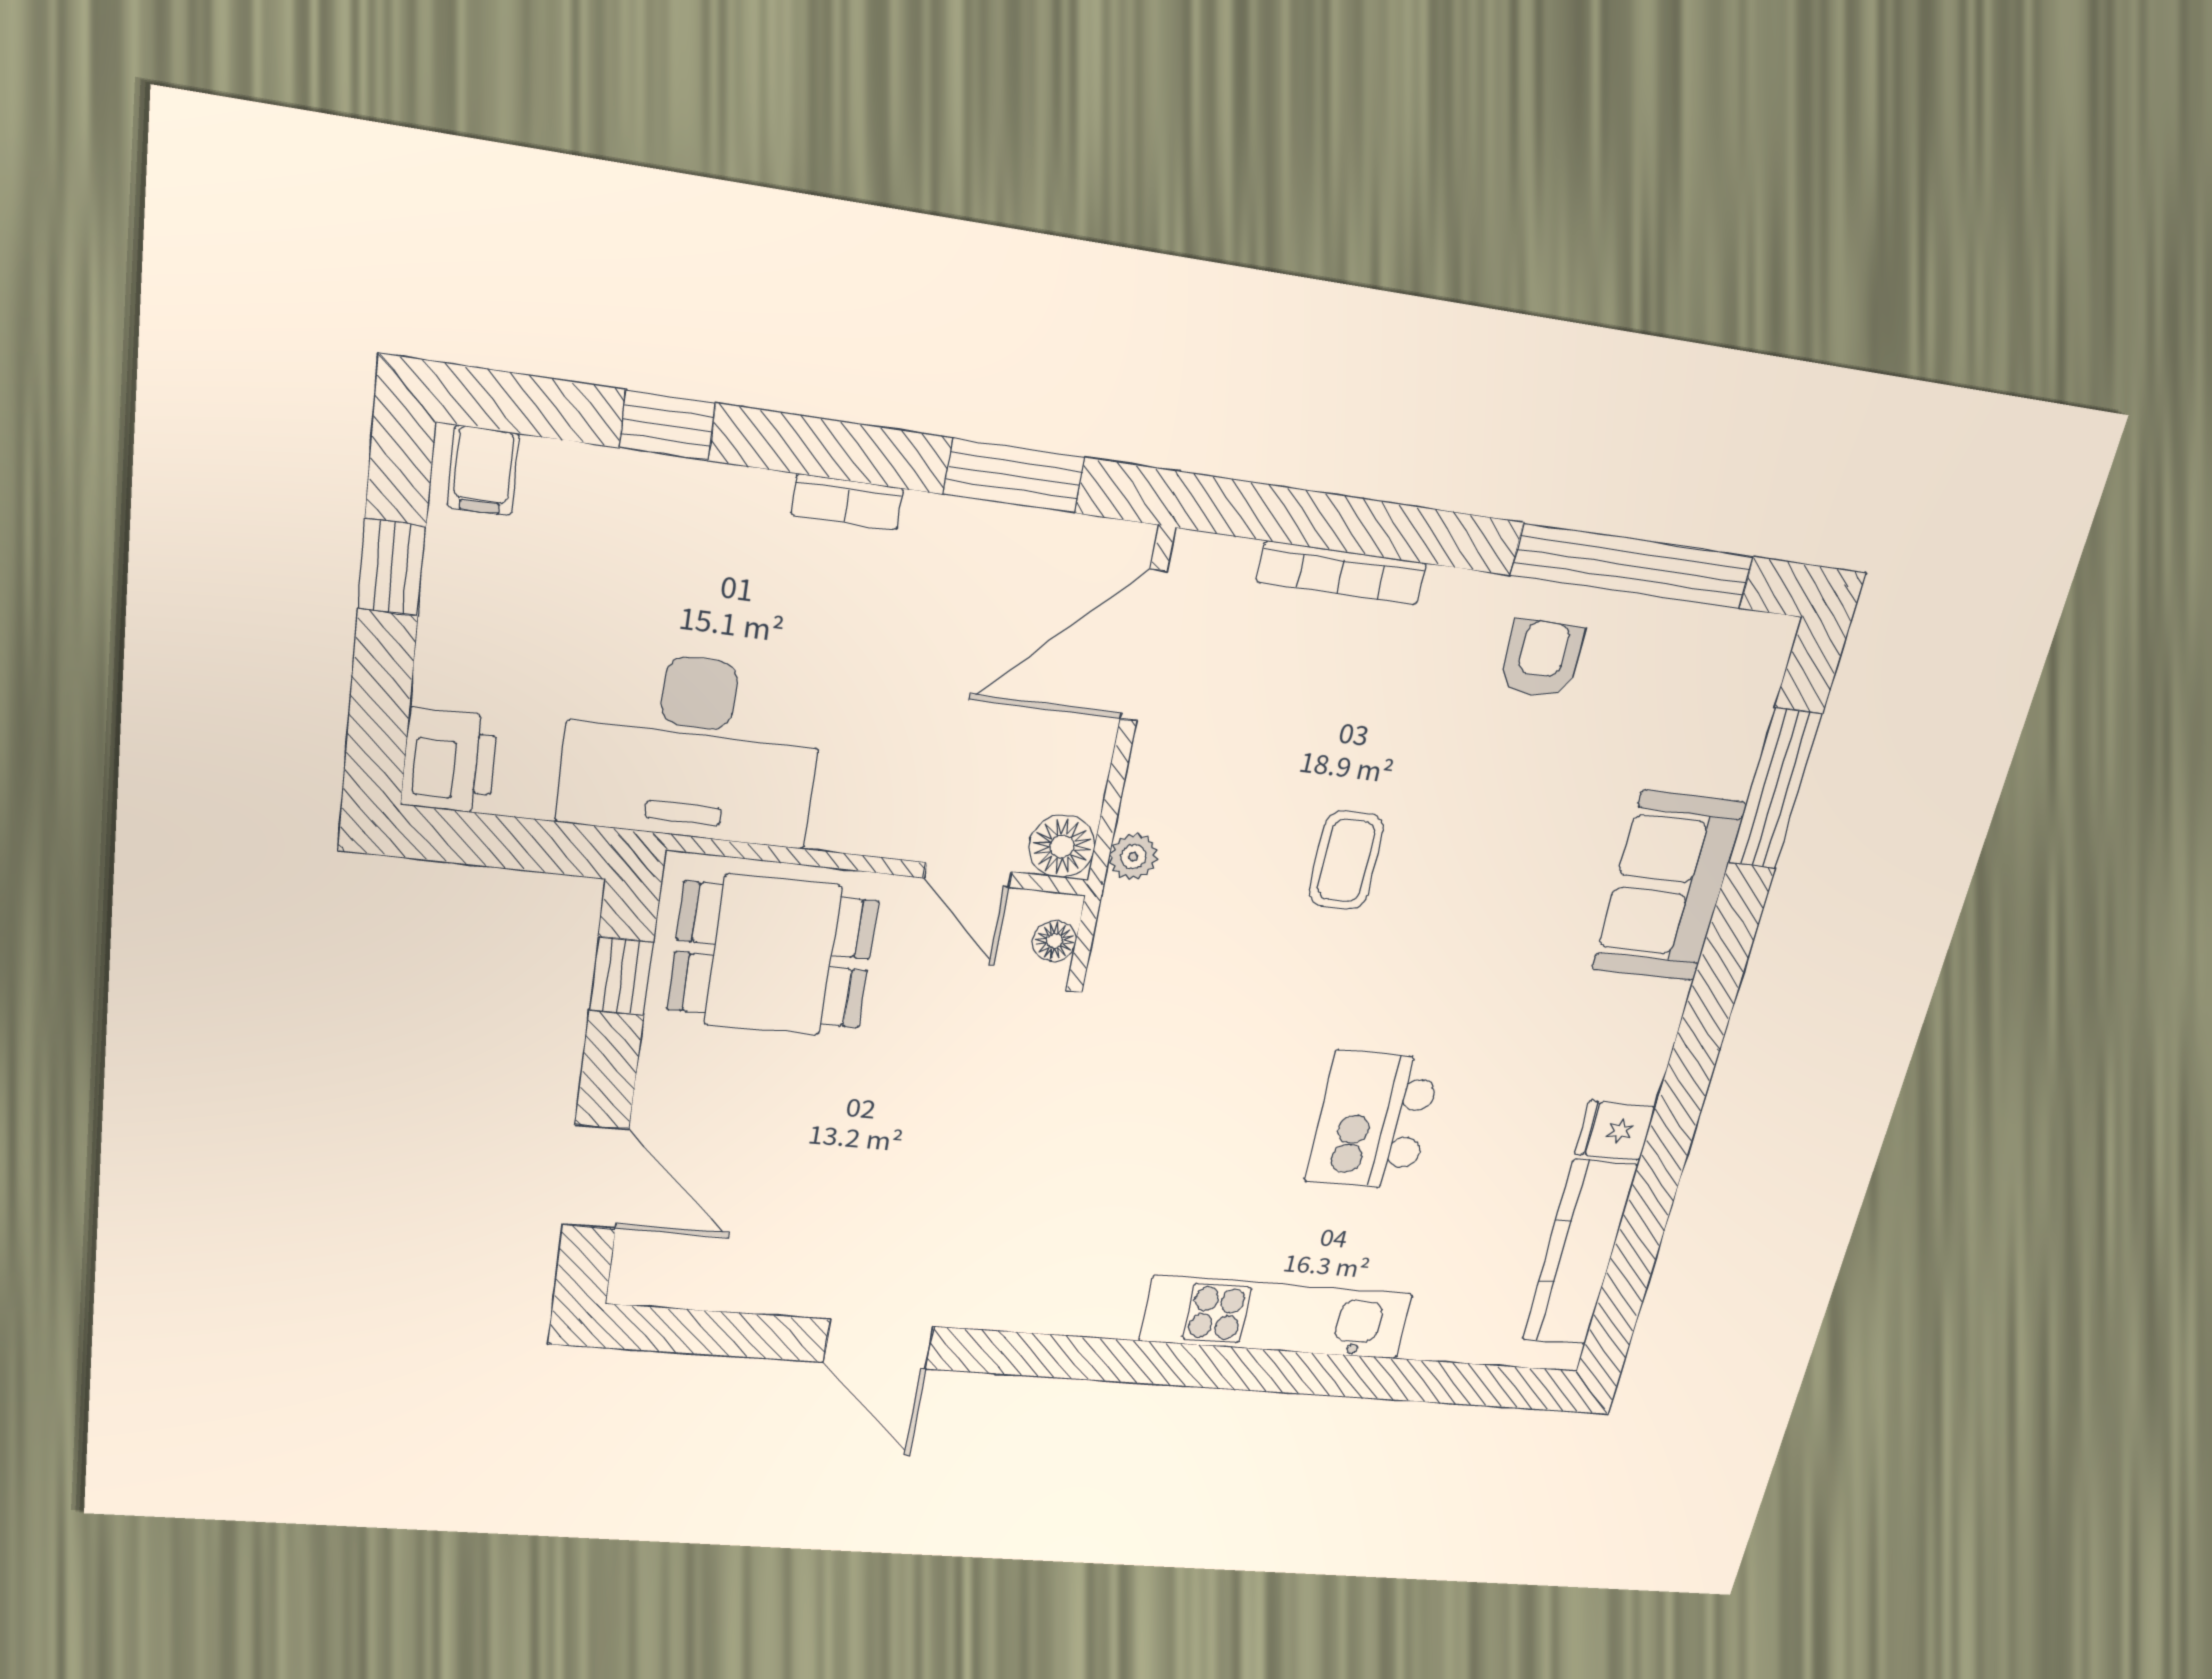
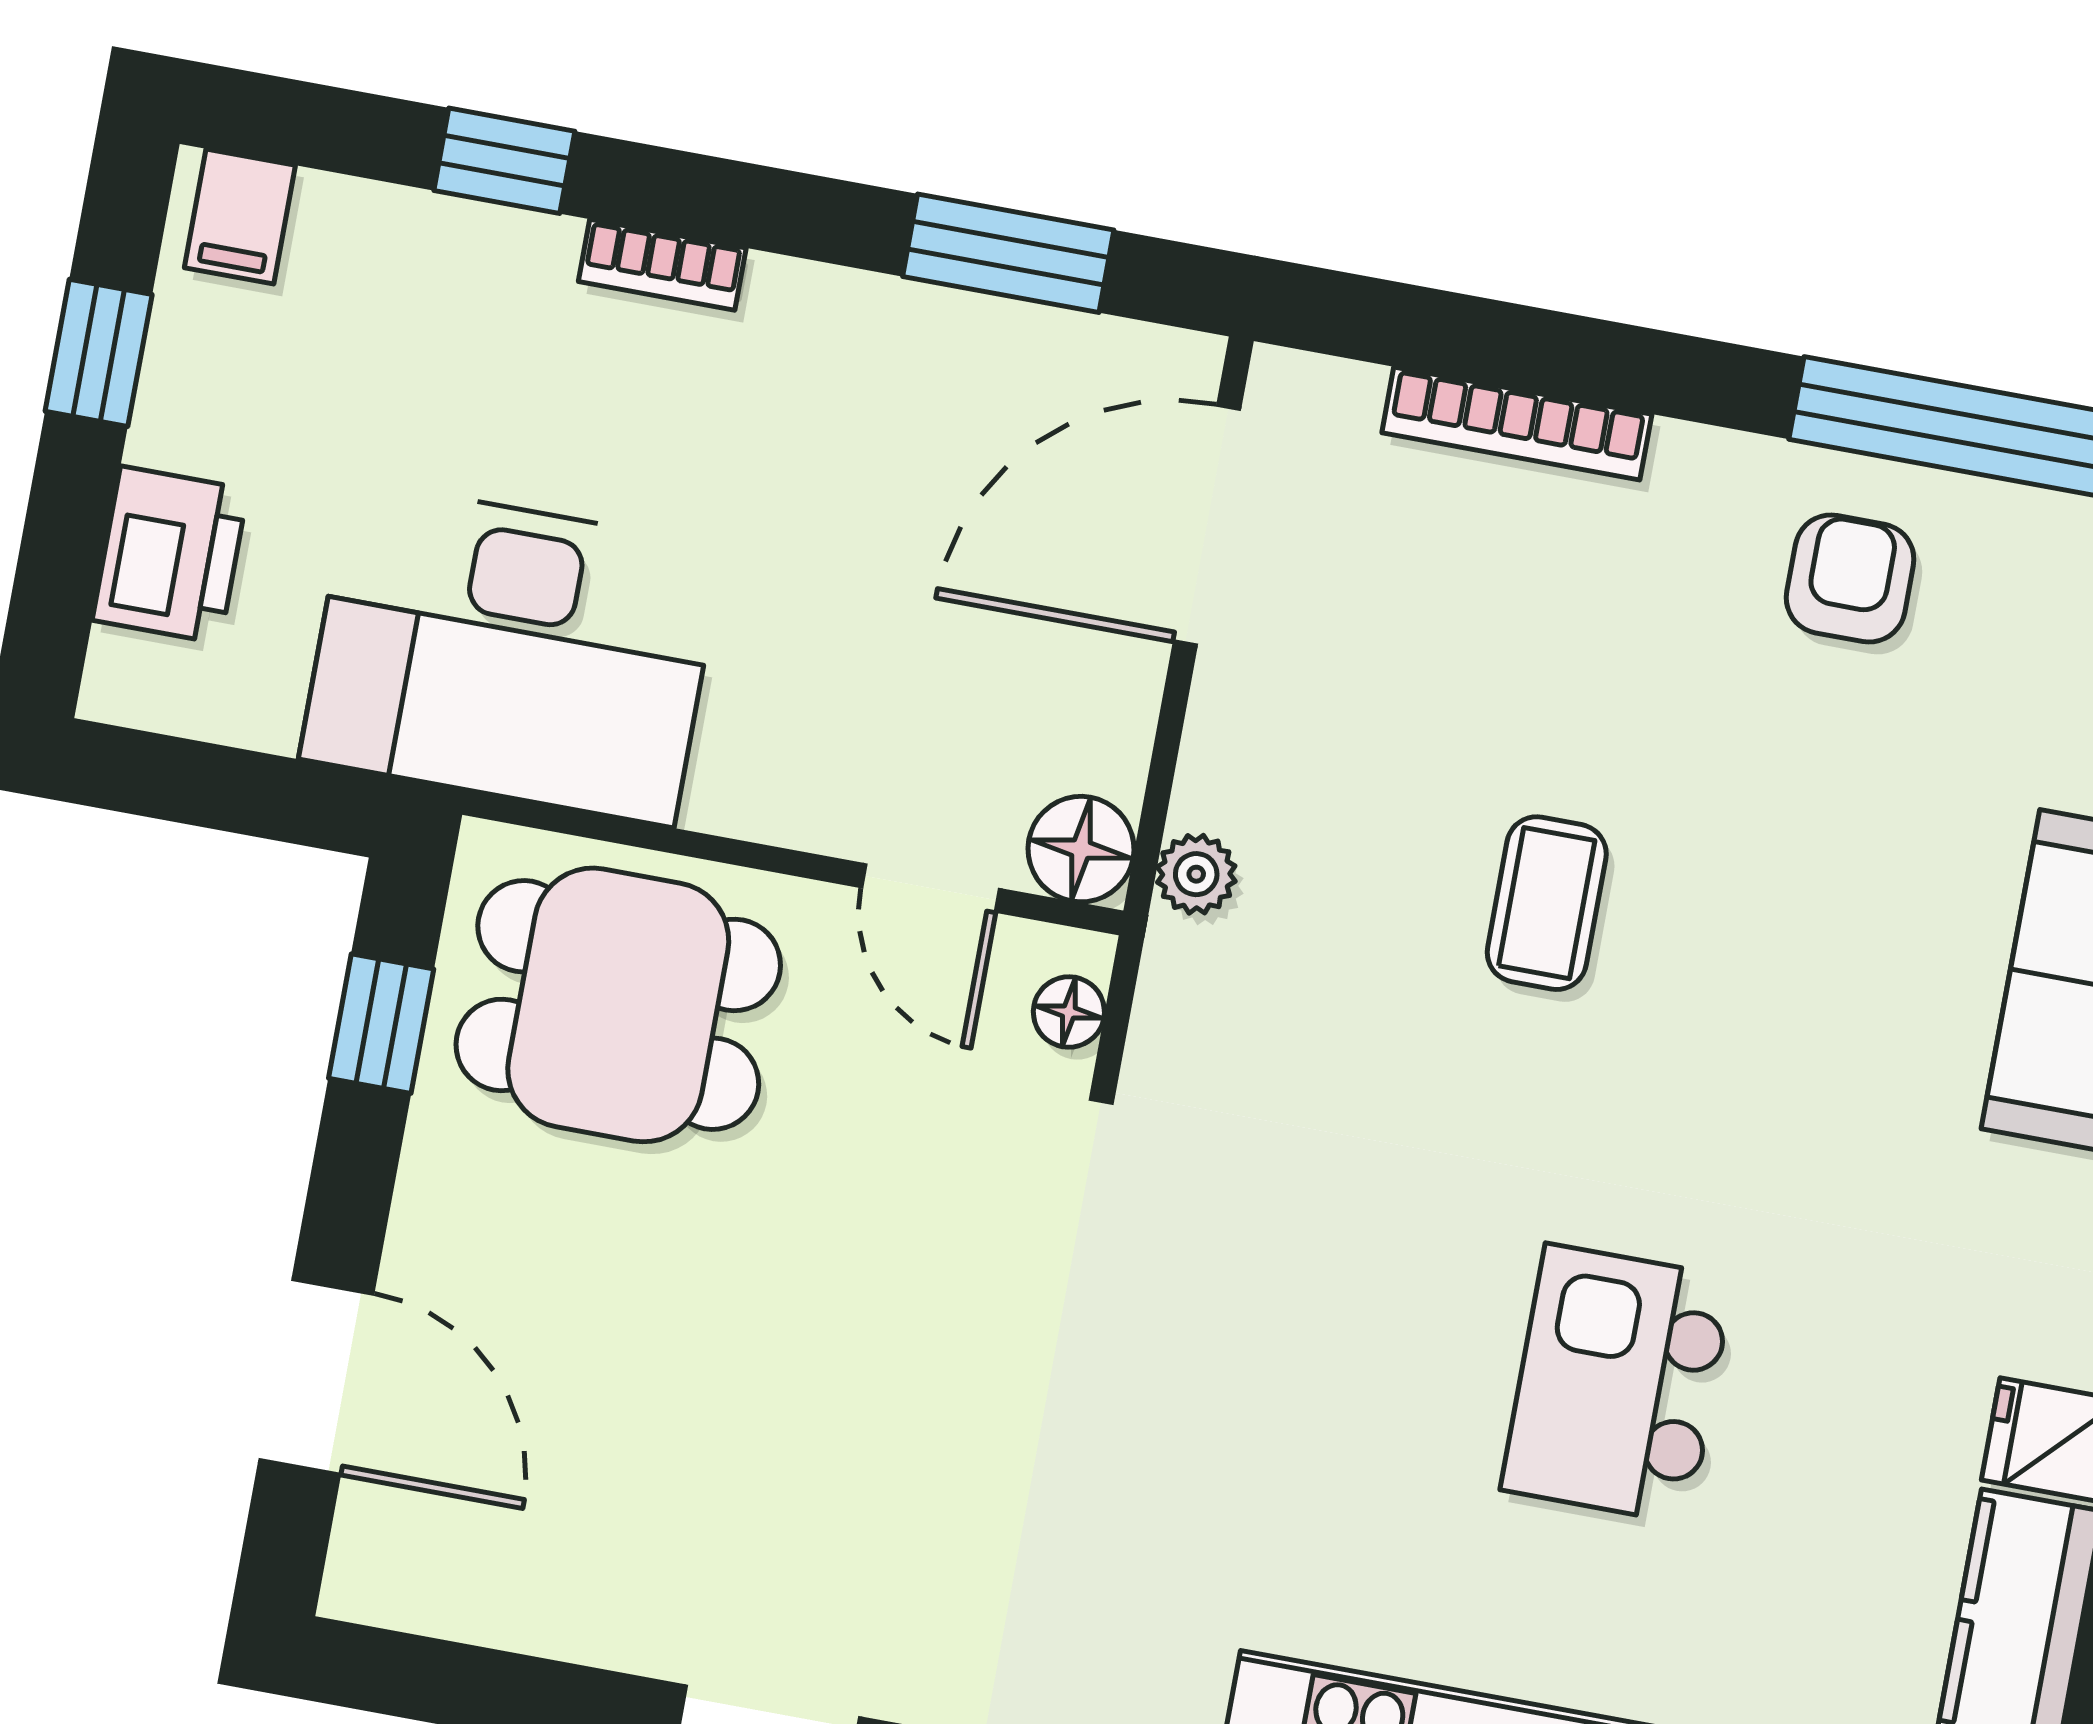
bookcase: (847, 502) -> (662, 265), moved
printer: (449, 761) -> (170, 555), moved

